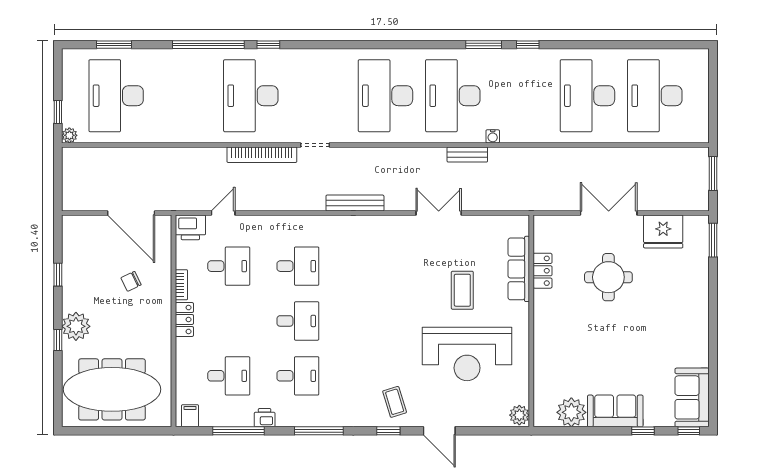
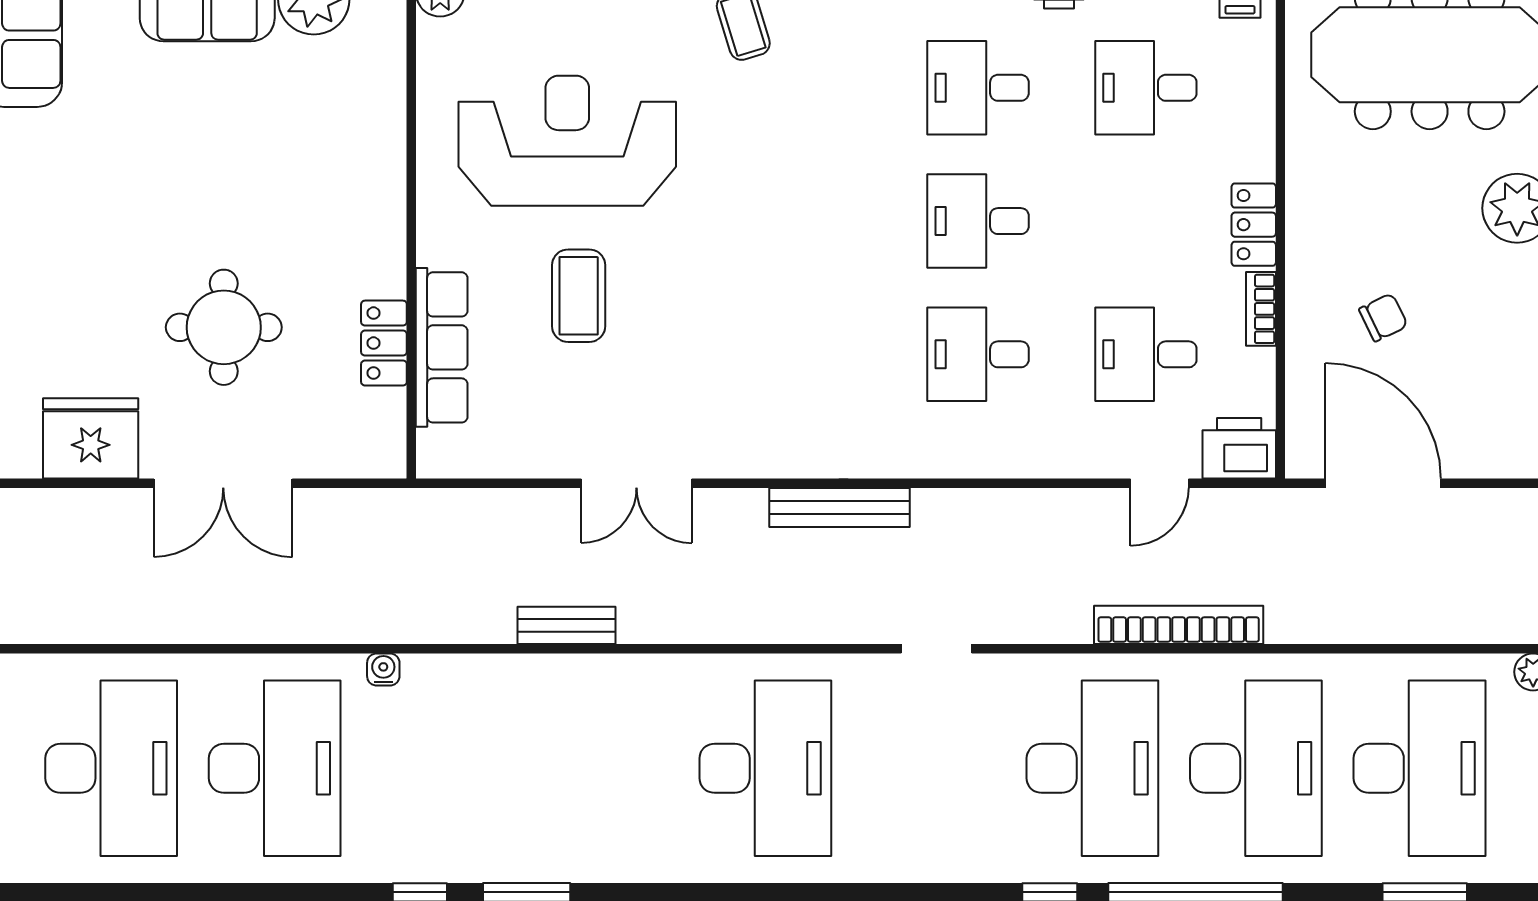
desk: (453, 96) -> (1256, 768), moved
water cooler: (493, 136) -> (383, 669), moved
bookcase: (262, 155) -> (1179, 625), moved

